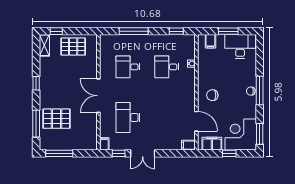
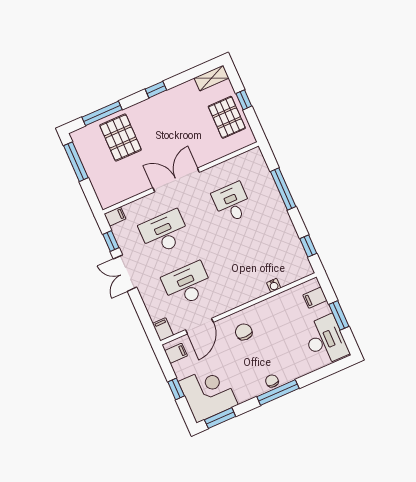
window: (56, 31) -> (244, 100), moved
desk: (167, 67) -> (187, 284), moved, width x1.37
filing cabinet: (212, 144) -> (176, 353), width x0.50

